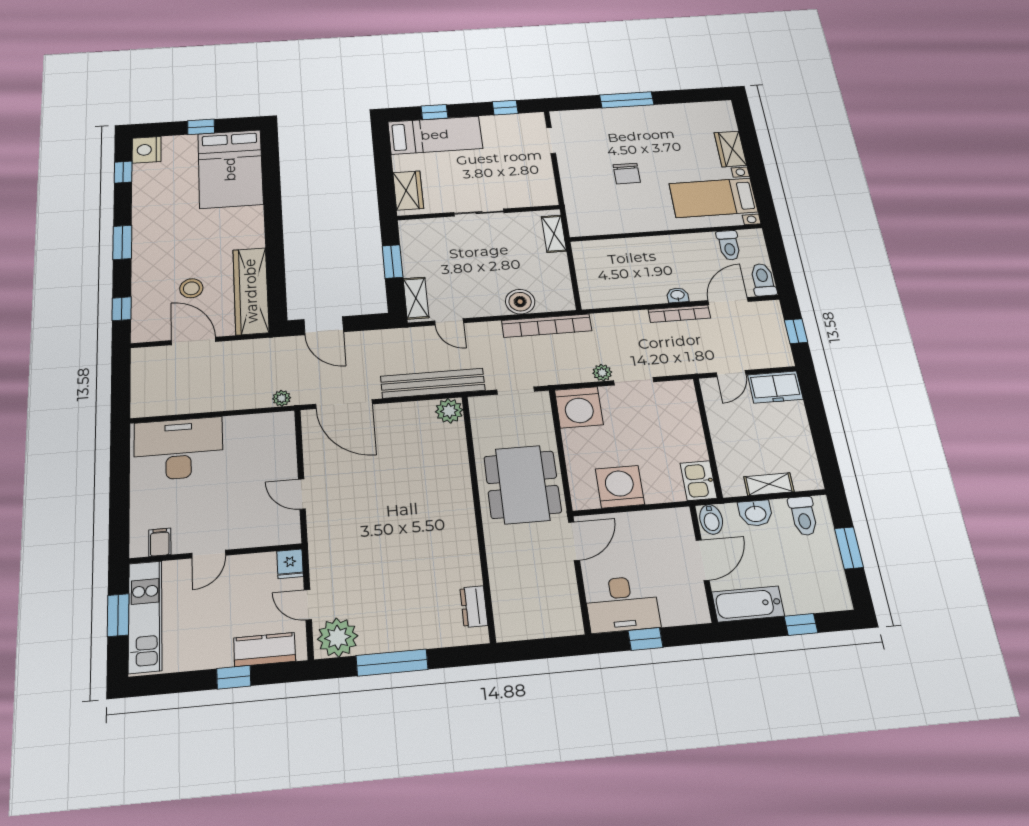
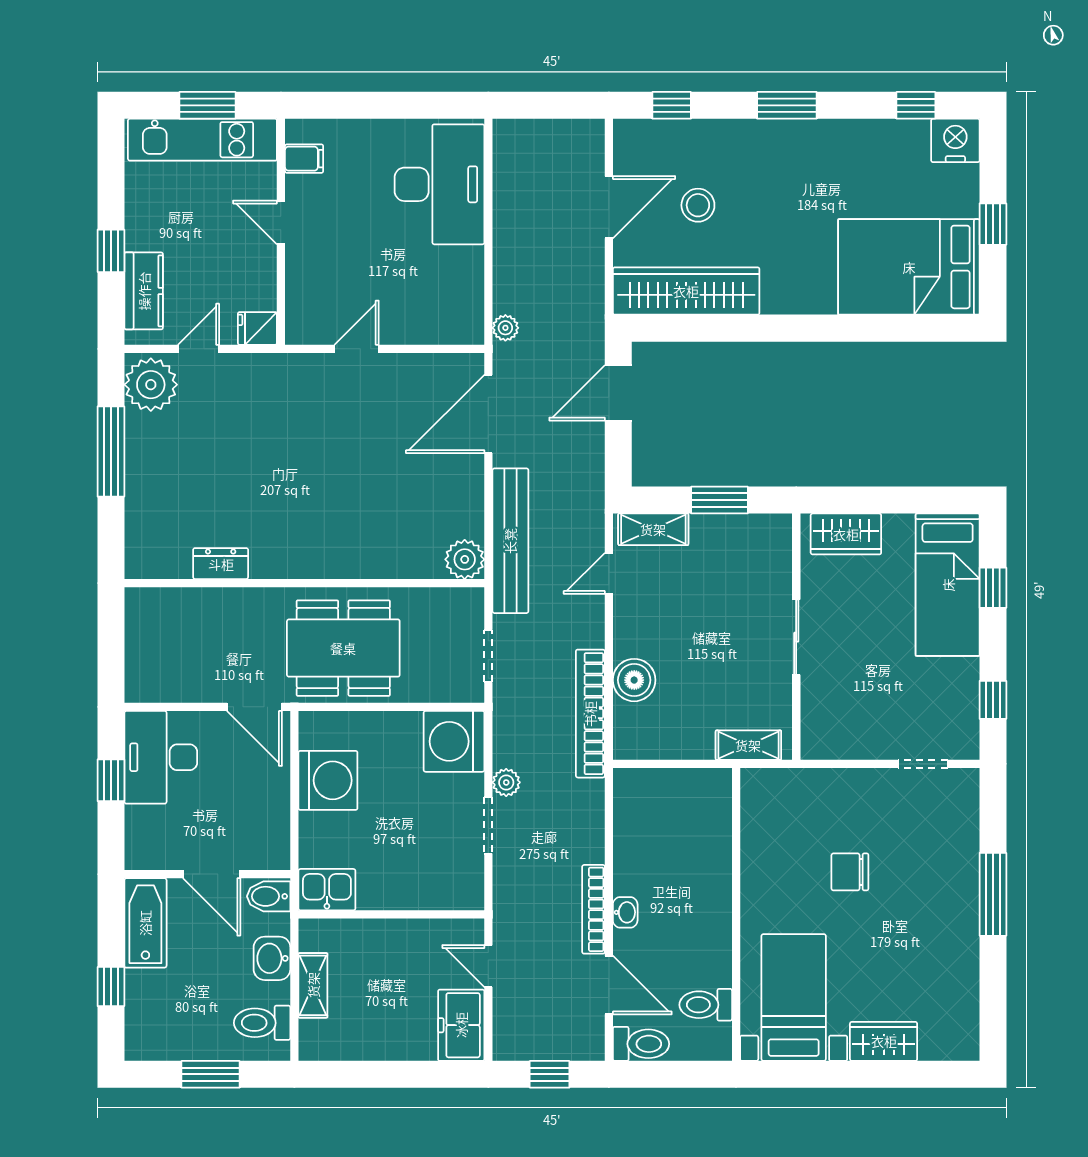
dresser: (474, 606) -> (221, 564), moved

